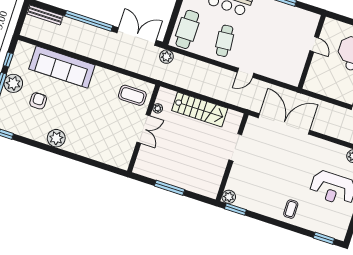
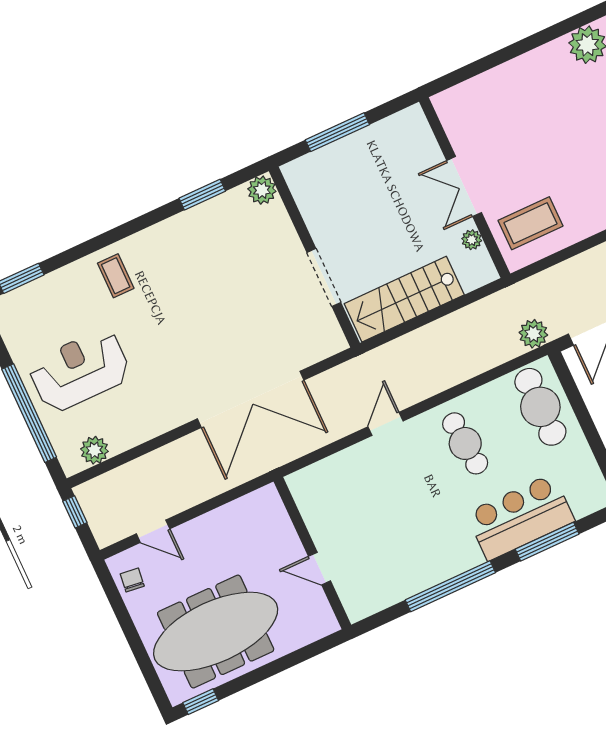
doorway: (235, 147) -> (324, 277), moved
wall: (232, 157) -> (314, 257), moved
plant: (229, 197) -> (262, 190), moved

